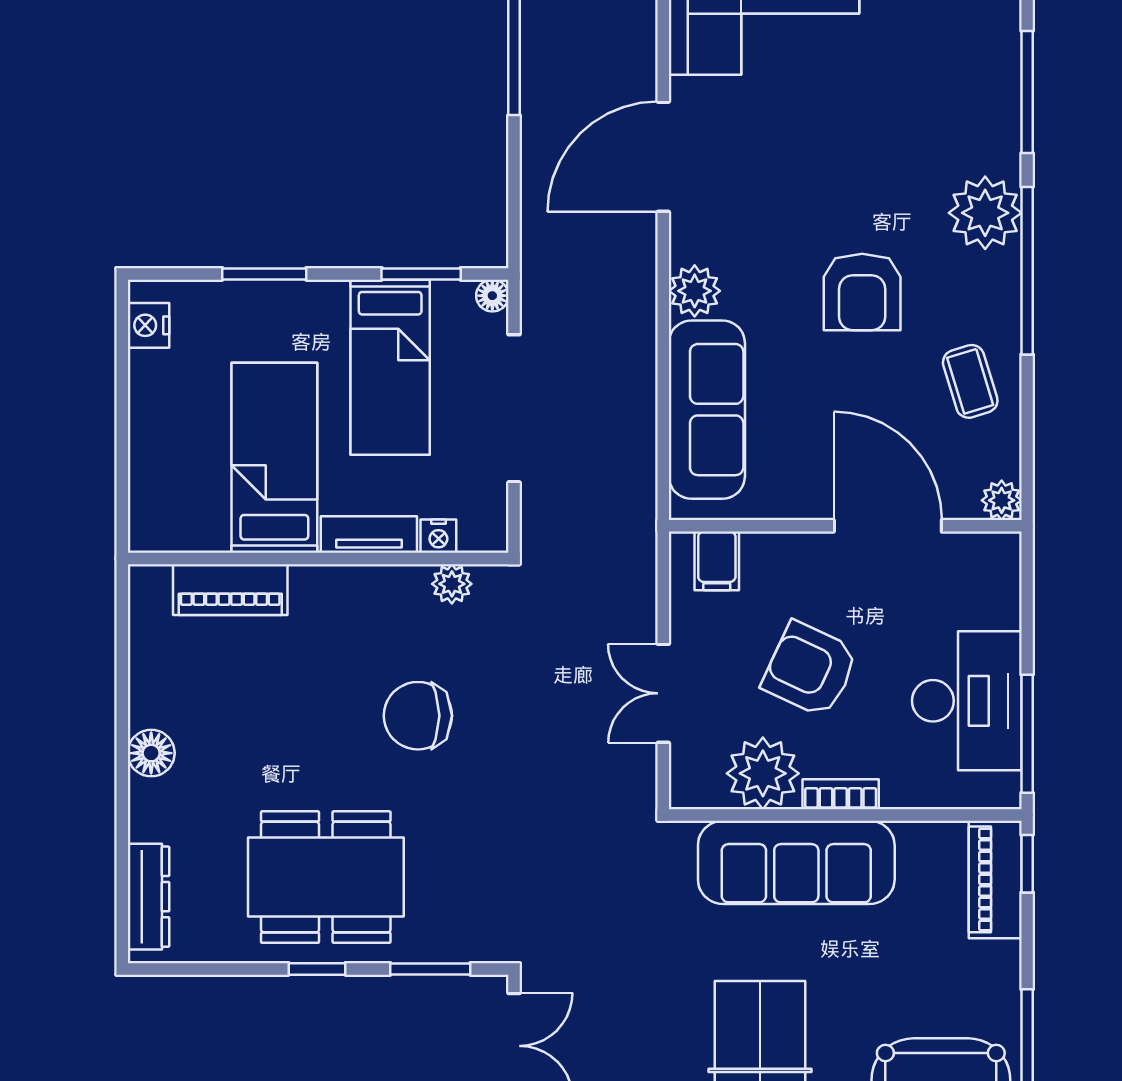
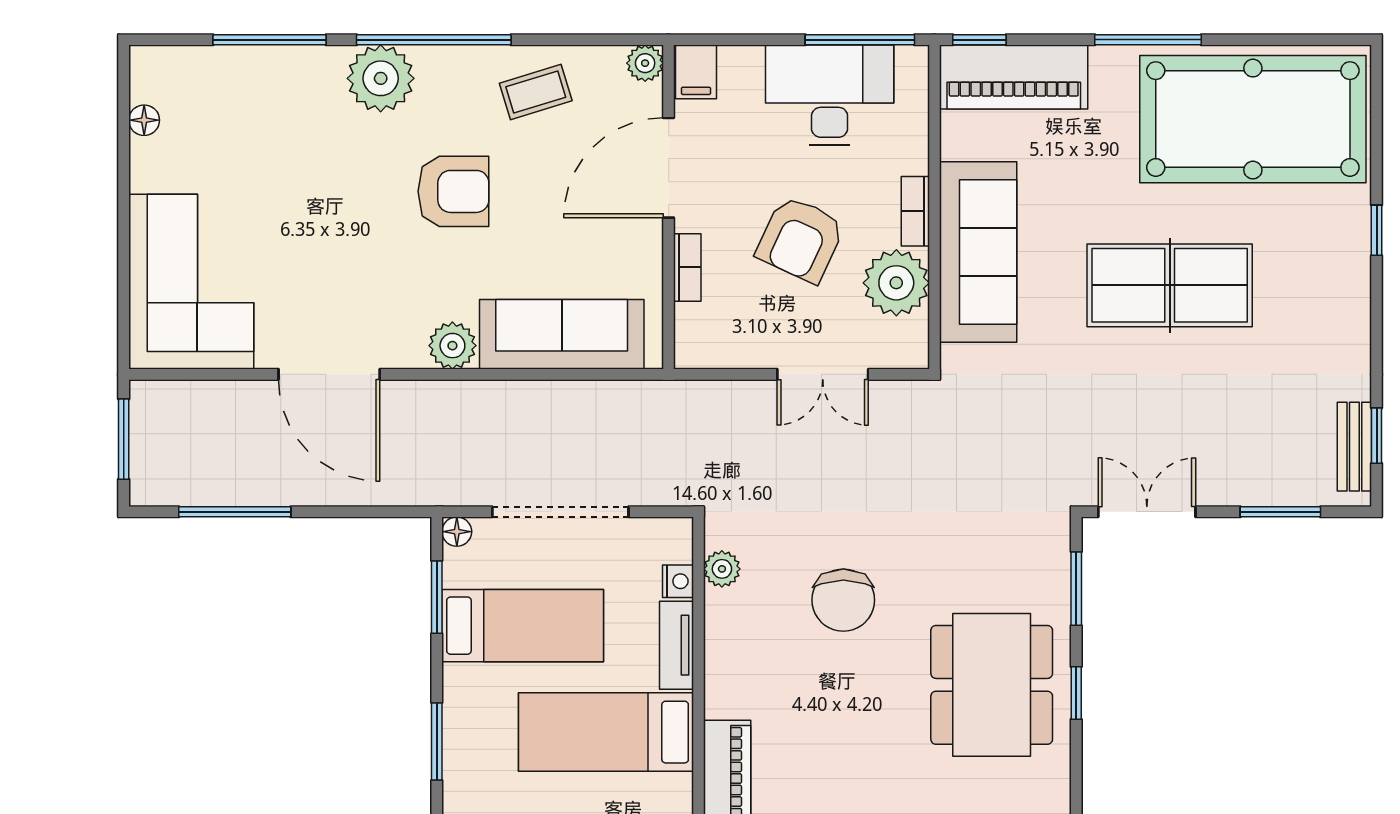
bookcase: (779, 546) -> (687, 267), added
filing cabinet: (717, 561) -> (696, 72), moved, turned 90
piano: (995, 879) -> (1014, 77), width x1.37, depth x1.33

